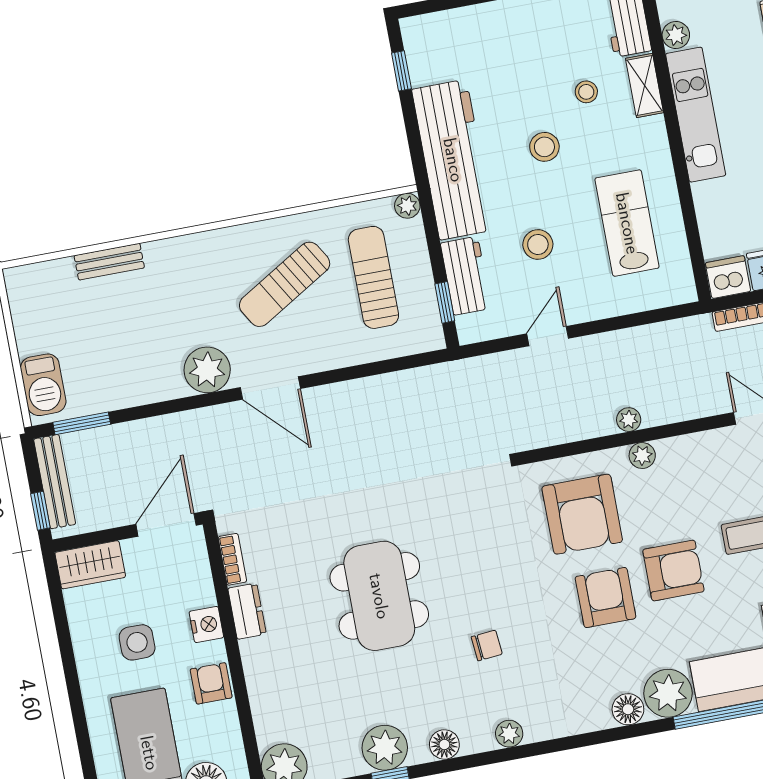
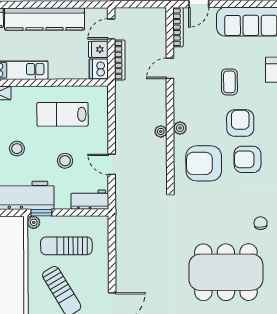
workbench: (466, 276) -> (90, 200), moved
window: (445, 302) -> (41, 213), moved
armchair: (582, 514) -> (204, 163), turned 180
dining table: (379, 596) -> (226, 272), width x1.36, depth x1.24

